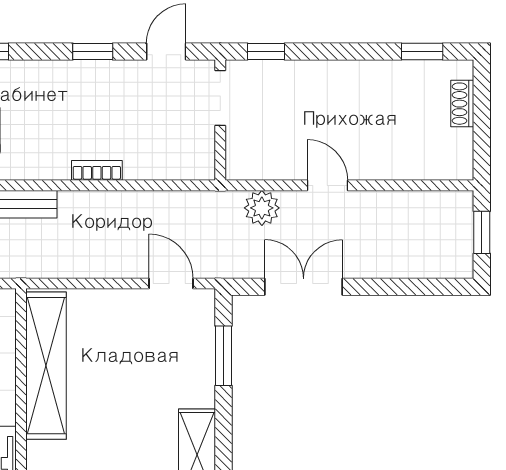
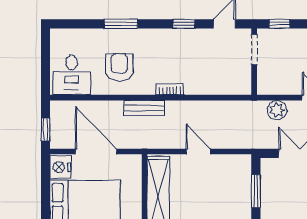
bookcase: (97, 170) -> (170, 89), moved
door: (171, 283) -> (198, 152), moved

